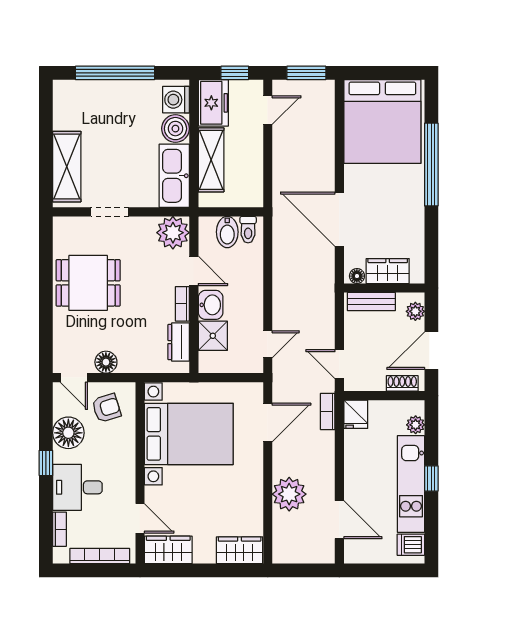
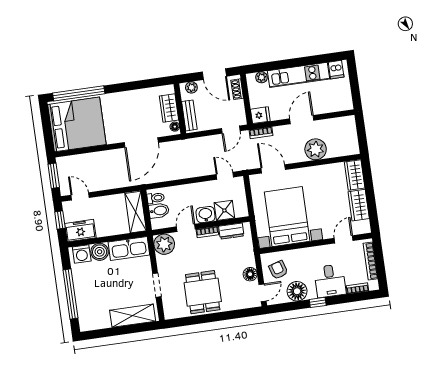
shelving: (211, 160) -> (136, 212), moved, turned 90
window: (431, 165) -> (79, 93), moved
window: (431, 478) -> (293, 63), removed
door: (339, 520) -> (302, 120), moved
wardrobe: (168, 550) -> (359, 205), moved

